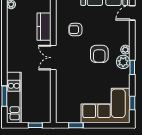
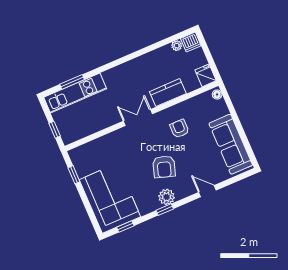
door: (132, 13) -> (207, 191), moved
plant: (125, 50) -> (181, 193), removed
armchair: (99, 54) -> (164, 167), turned -72

